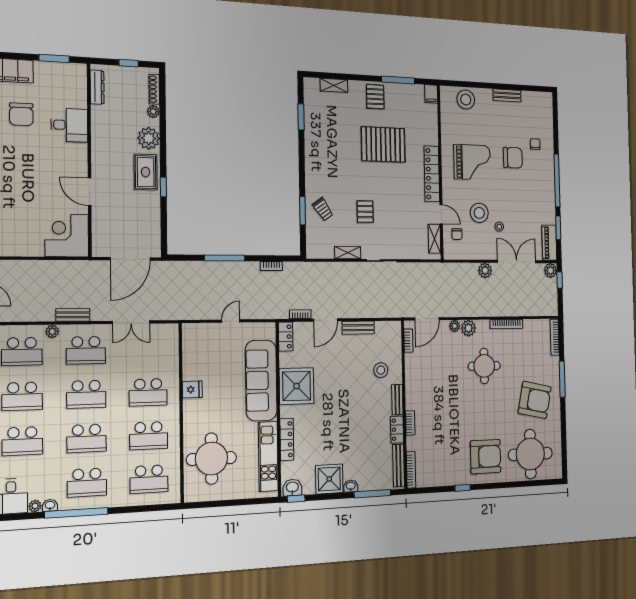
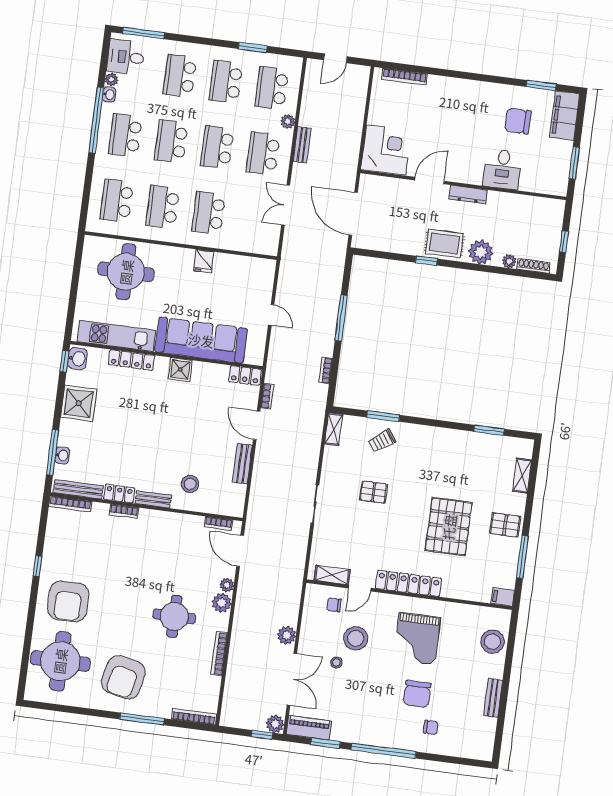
dresser: (97, 87) -> (468, 195), moved
shelving: (348, 253) -> (334, 429), moved
shower: (297, 386) -> (180, 370), width x0.54, depth x0.54
washbasin: (351, 486) -> (62, 455), moved

